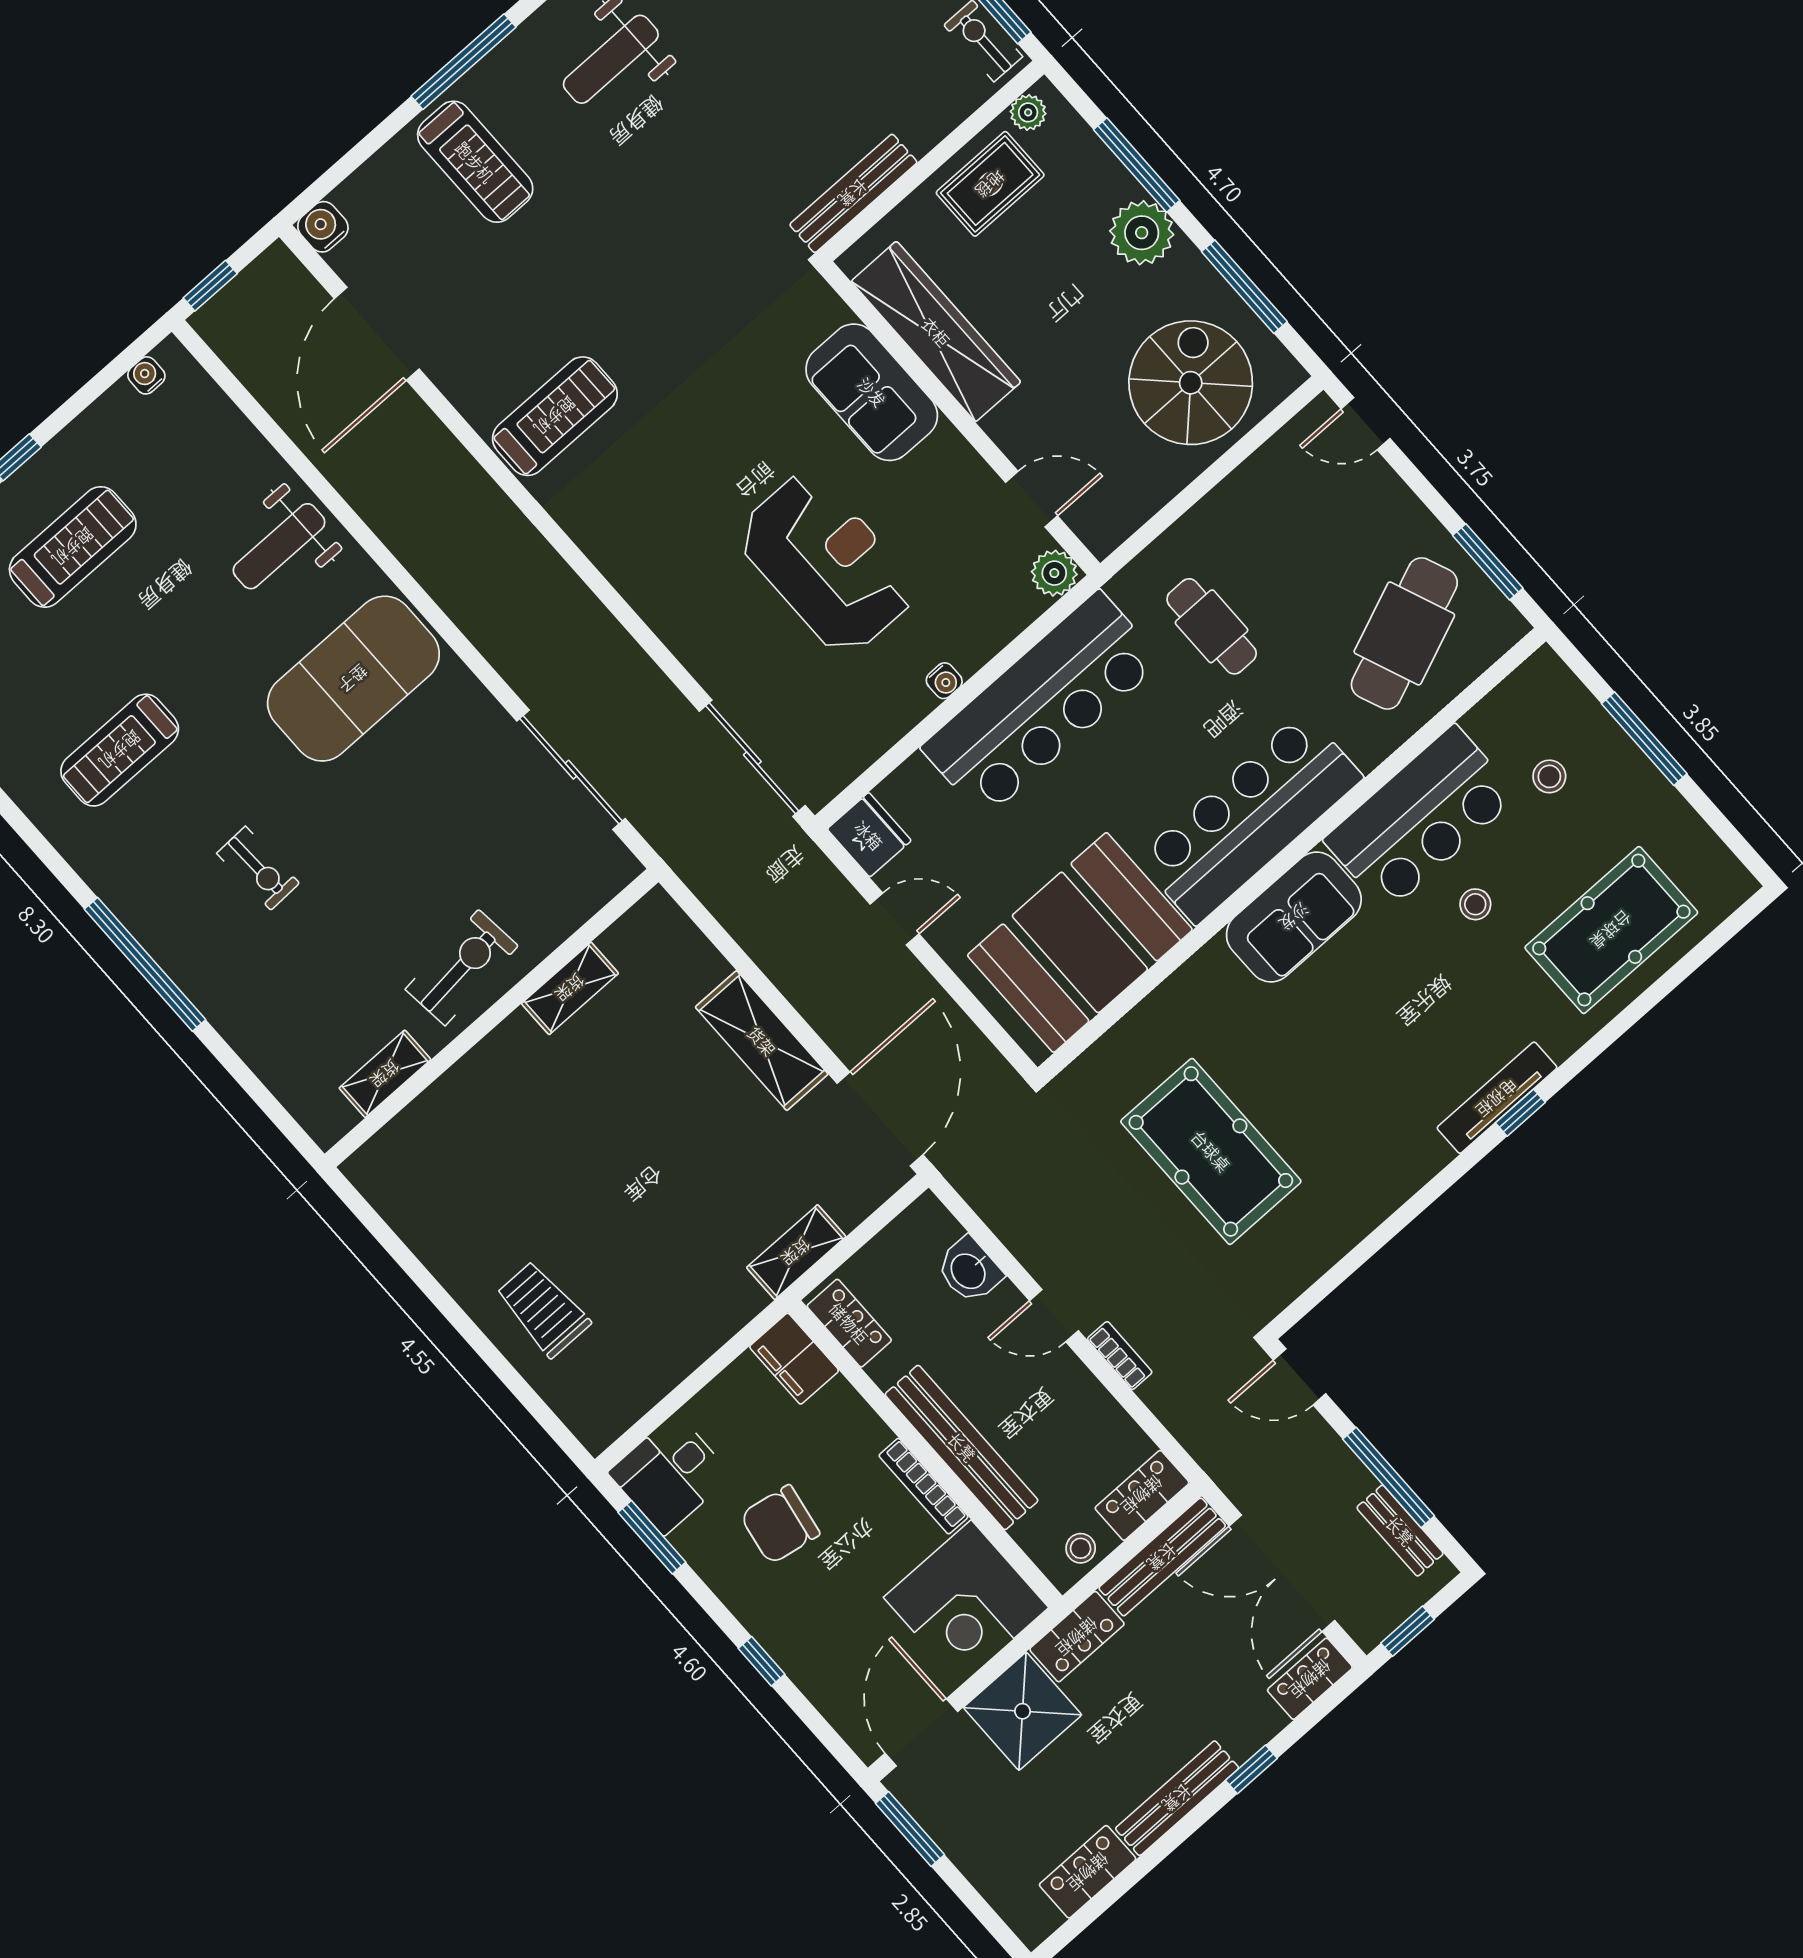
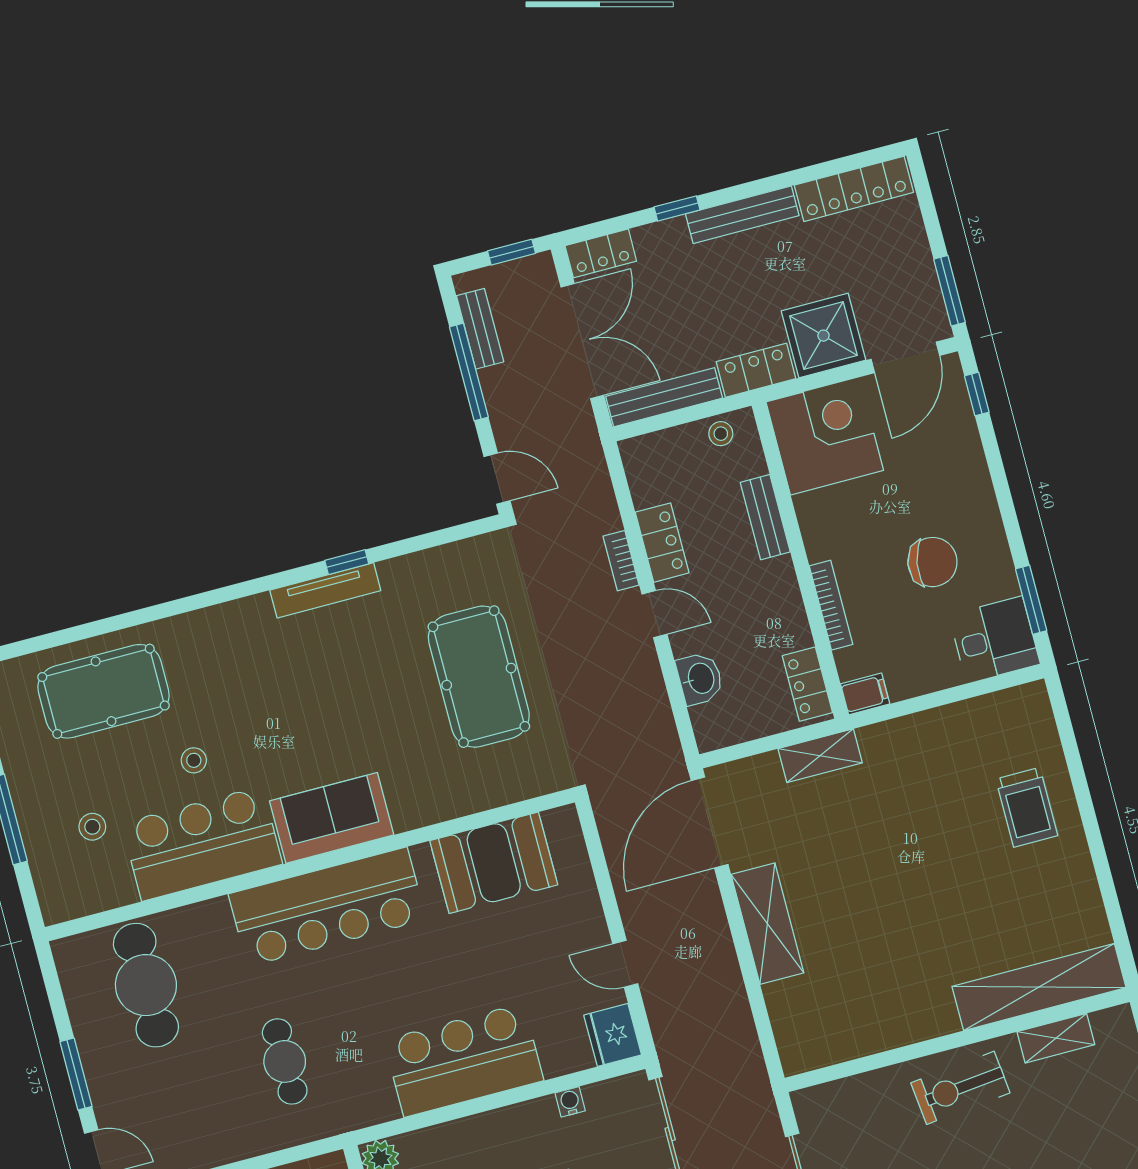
window: (1488, 562) -> (76, 1074), moved
cafe table: (1404, 633) -> (146, 985), turned -68
water cooler: (944, 681) -> (570, 1102), moved
bar counter: (1042, 704) -> (464, 1060), width x0.73
booth: (1080, 942) -> (494, 863), width x0.73, depth x0.70
shelving: (570, 988) -> (1039, 987), moved, width x2.20, depth x1.33
tv unit: (1497, 1098) -> (325, 590), moved
window: (1520, 1113) -> (347, 562), moved
filing cabinet: (794, 1359) -> (865, 694), width x0.50
bench: (962, 1447) -> (765, 517), width x0.54, depth x0.82
bookcase: (923, 1486) -> (831, 605), moved
locker: (1142, 1495) -> (662, 543), moved, turned -90
window: (762, 1661) -> (977, 394), moved
locker: (1088, 1872) -> (854, 189), width x1.53

